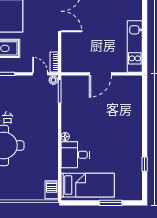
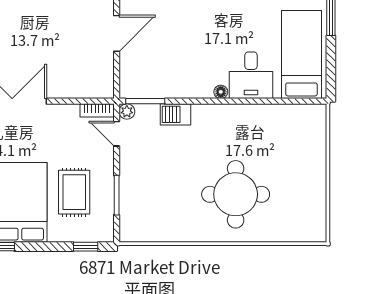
door: (40, 74) -> (117, 134), hinge flipped
door: (100, 74) -> (117, 33), hinge flipped
barbecue: (52, 190) -> (176, 114), moved

